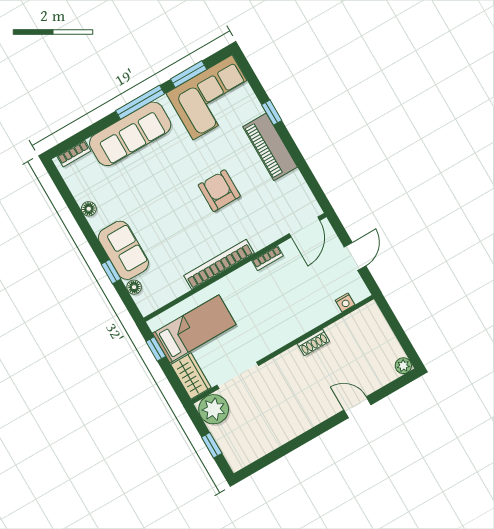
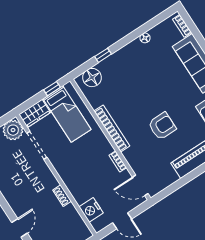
sofa: (123, 250) -> (118, 63), removed
floor lamp: (134, 287) -> (92, 78), width x1.89, depth x1.89
nightstand: (345, 302) -> (91, 210), width x1.89, depth x1.79

